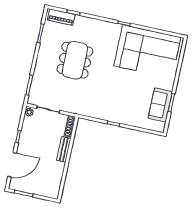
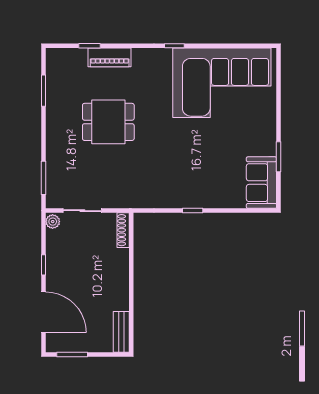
piano: (61, 17) -> (110, 57), moved
dining table: (75, 60) -> (108, 122), width x0.73
sofa: (160, 105) -> (261, 183), moved
bench: (64, 149) -> (121, 332), moved
door: (12, 165) -> (43, 312), hinge flipped

